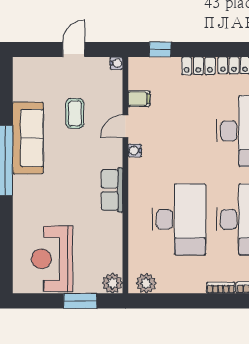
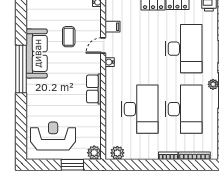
reception desk: (52, 259) -> (53, 136), turned 90

